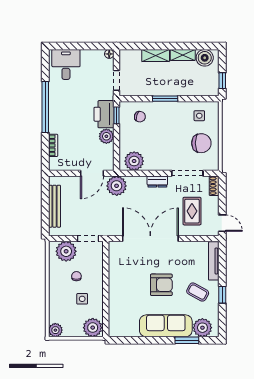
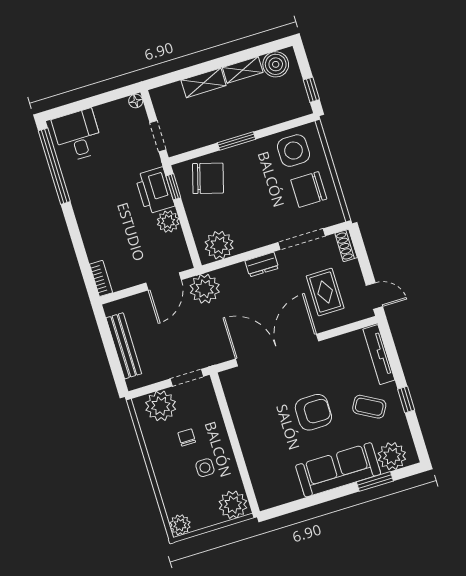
window: (45, 107) -> (54, 166), moved
side table: (199, 116) -> (293, 151), width x1.87, depth x1.87
chair: (140, 117) -> (208, 178), width x1.87, depth x1.87
chair: (201, 143) -> (309, 189), turned 180
bookcase: (53, 145) -> (101, 278), moved

